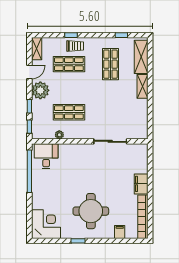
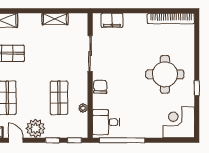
shelving: (142, 86) -> (55, 19), moved
chair: (79, 151) -> (100, 87), added
filing cabinet: (141, 184) -> (112, 20), moved
filing cabinet: (120, 232) -> (187, 43), removed

